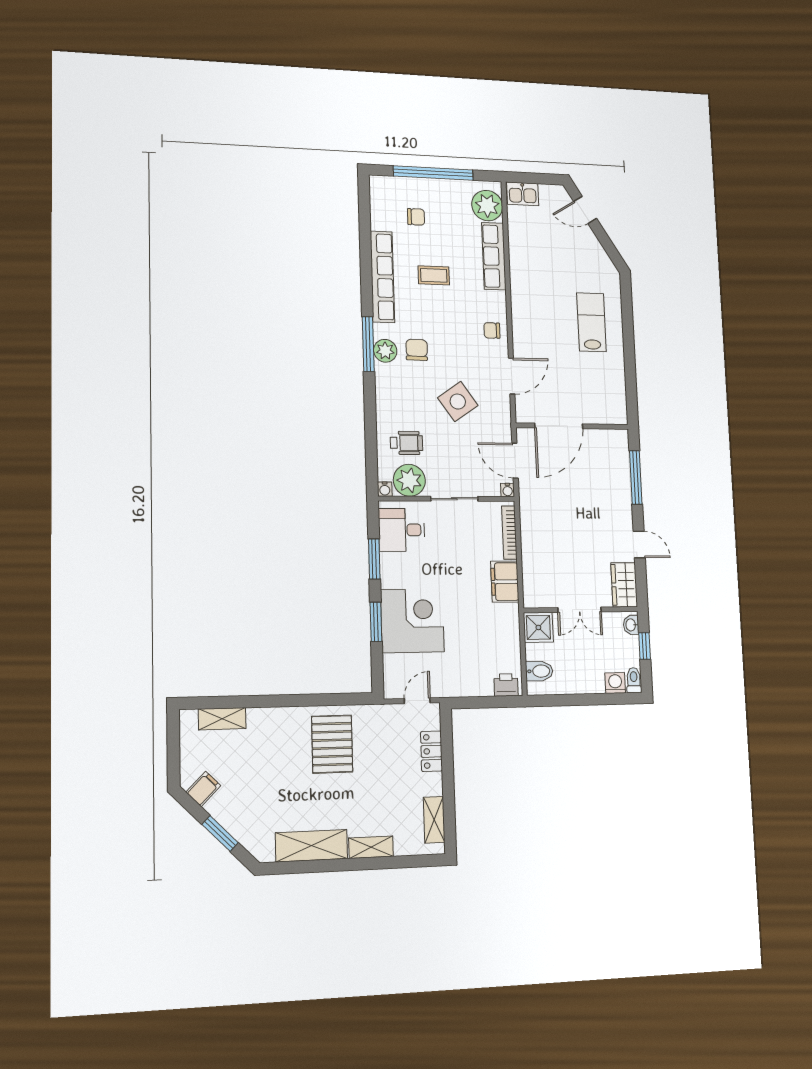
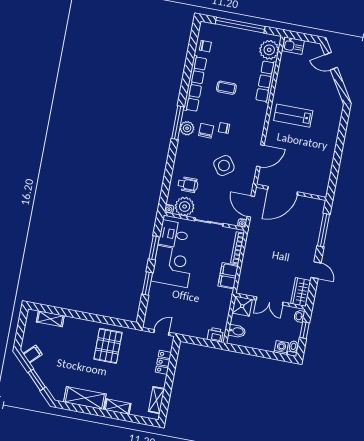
chair: (416, 217) -> (205, 46), moved
lab bench: (591, 322) -> (293, 116), moved, turned -90
chair: (492, 330) -> (224, 128), moved
corner desk: (412, 621) -> (172, 267), moved

